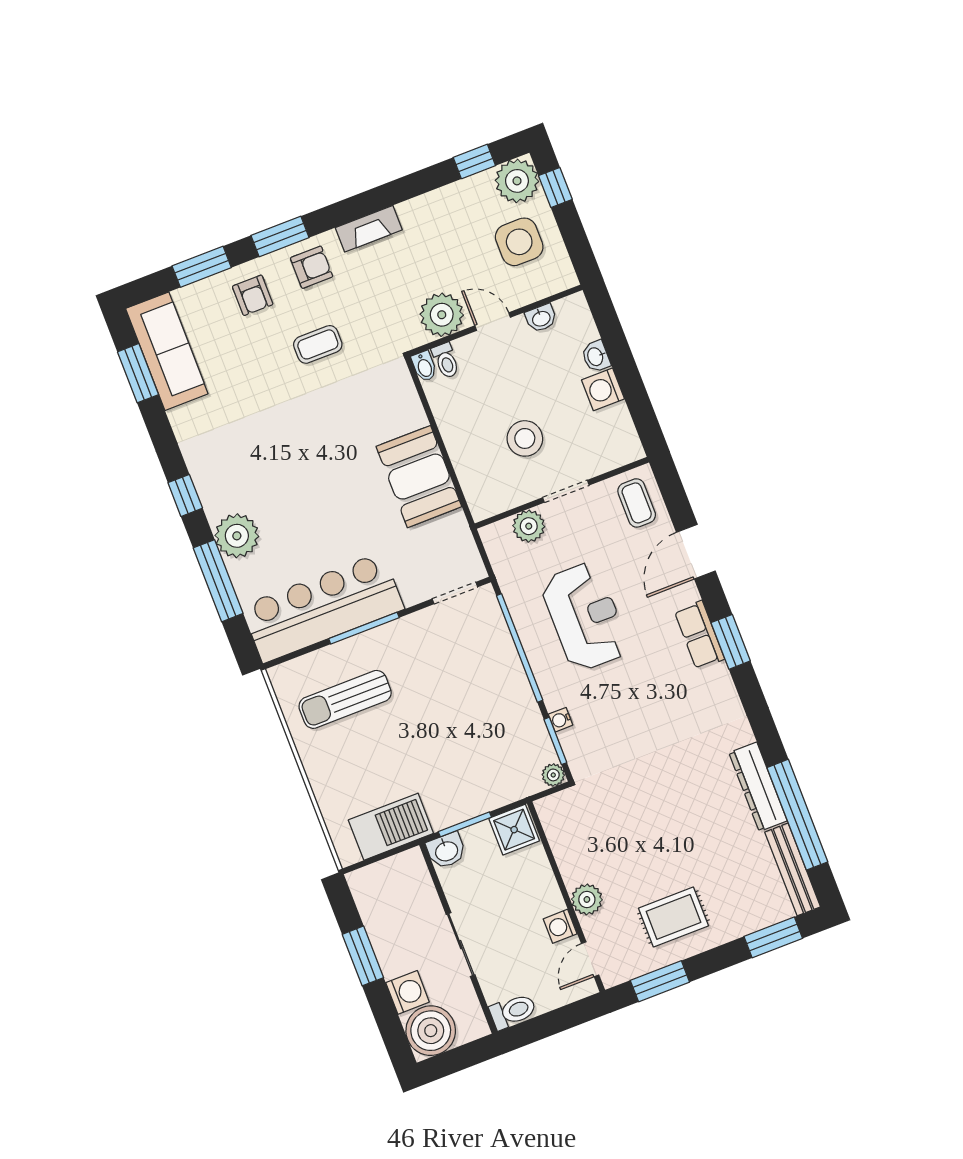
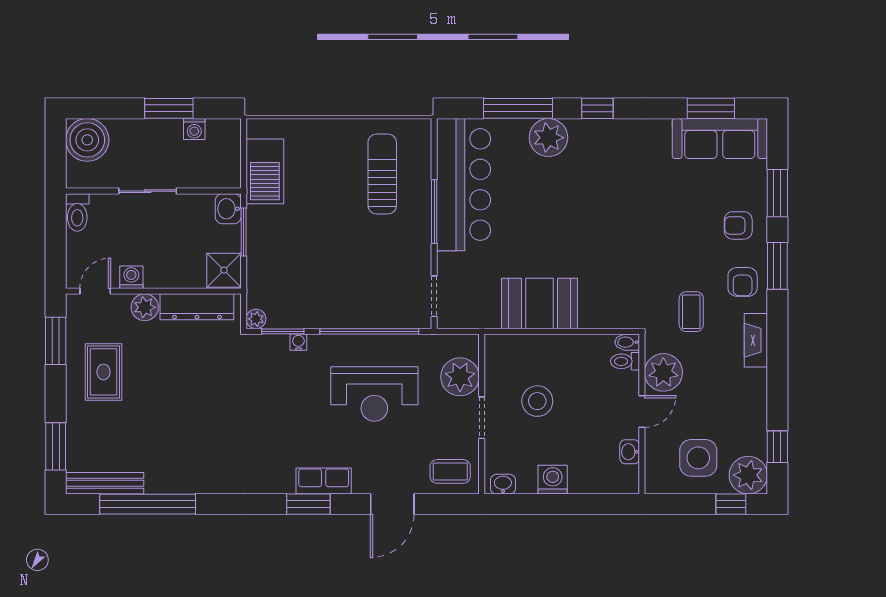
coffee table: (318, 344) -> (691, 312), moved
washbasin: (596, 356) -> (503, 484), moved
plant: (529, 526) -> (460, 377), width x1.36, depth x1.36
door: (696, 552) -> (392, 504), swing flipped
dresser: (758, 787) -> (197, 307), moved, turned 180
door: (590, 959) -> (95, 291), hinge flipped
washing machine: (408, 992) -> (194, 129), moved, width x0.73, depth x0.73

